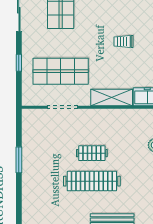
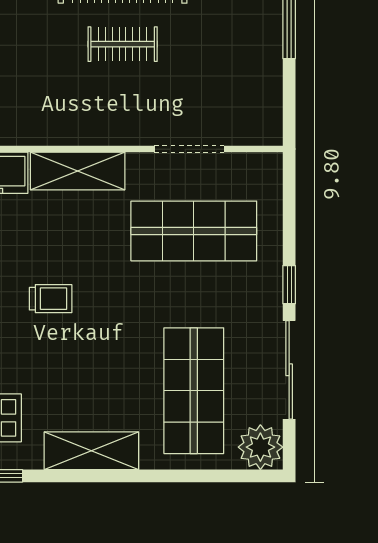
window: (19, 63) -> (289, 285), moved

